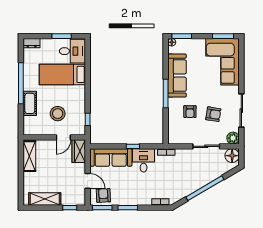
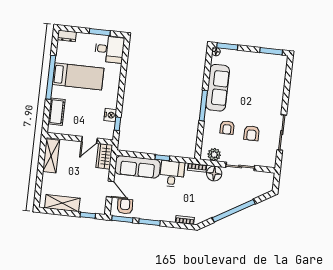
corner sofa: (222, 62) -> (268, 78), removed
bed: (62, 74) -> (78, 76), moved, turned 180
cot: (30, 103) -> (56, 112), moved
nightstand: (80, 112) -> (110, 115), added
stool: (58, 114) -> (86, 114), removed
armchair: (213, 114) -> (252, 133), turned 81
plant: (233, 138) -> (214, 155), moved
floor lamp: (232, 156) -> (214, 173), moved

